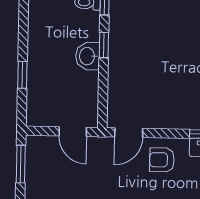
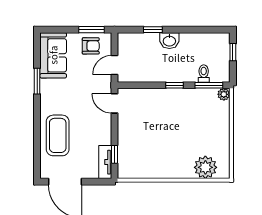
washbasin: (88, 56) -> (169, 41), moved, turned 180
armchair: (162, 160) -> (91, 46), moved, turned 90

